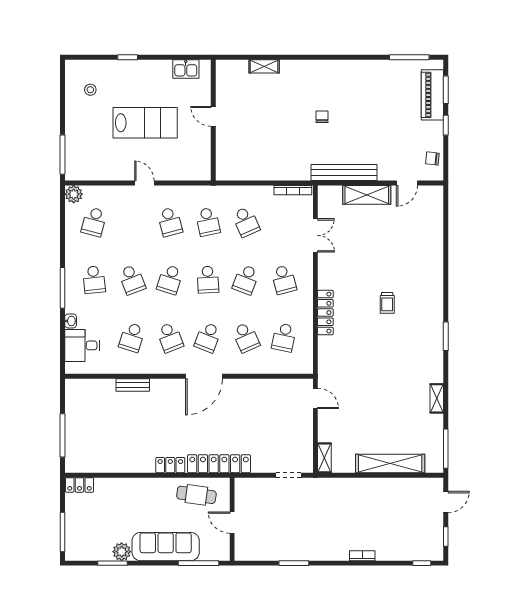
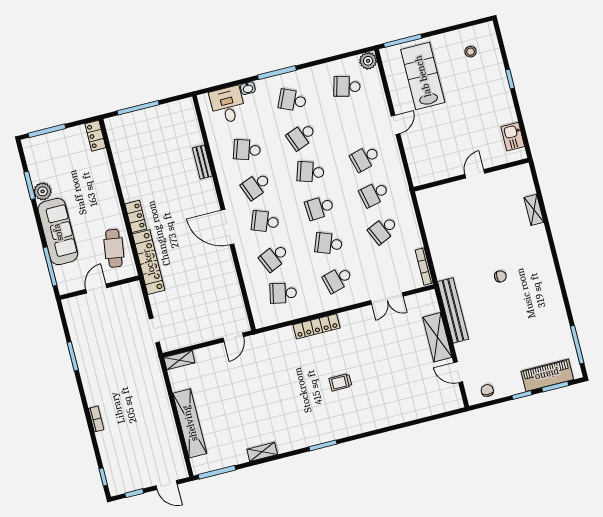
lab bench: (145, 123) -> (423, 76), moved, turned 180
school desk: (94, 280) -> (292, 100), turned 30

